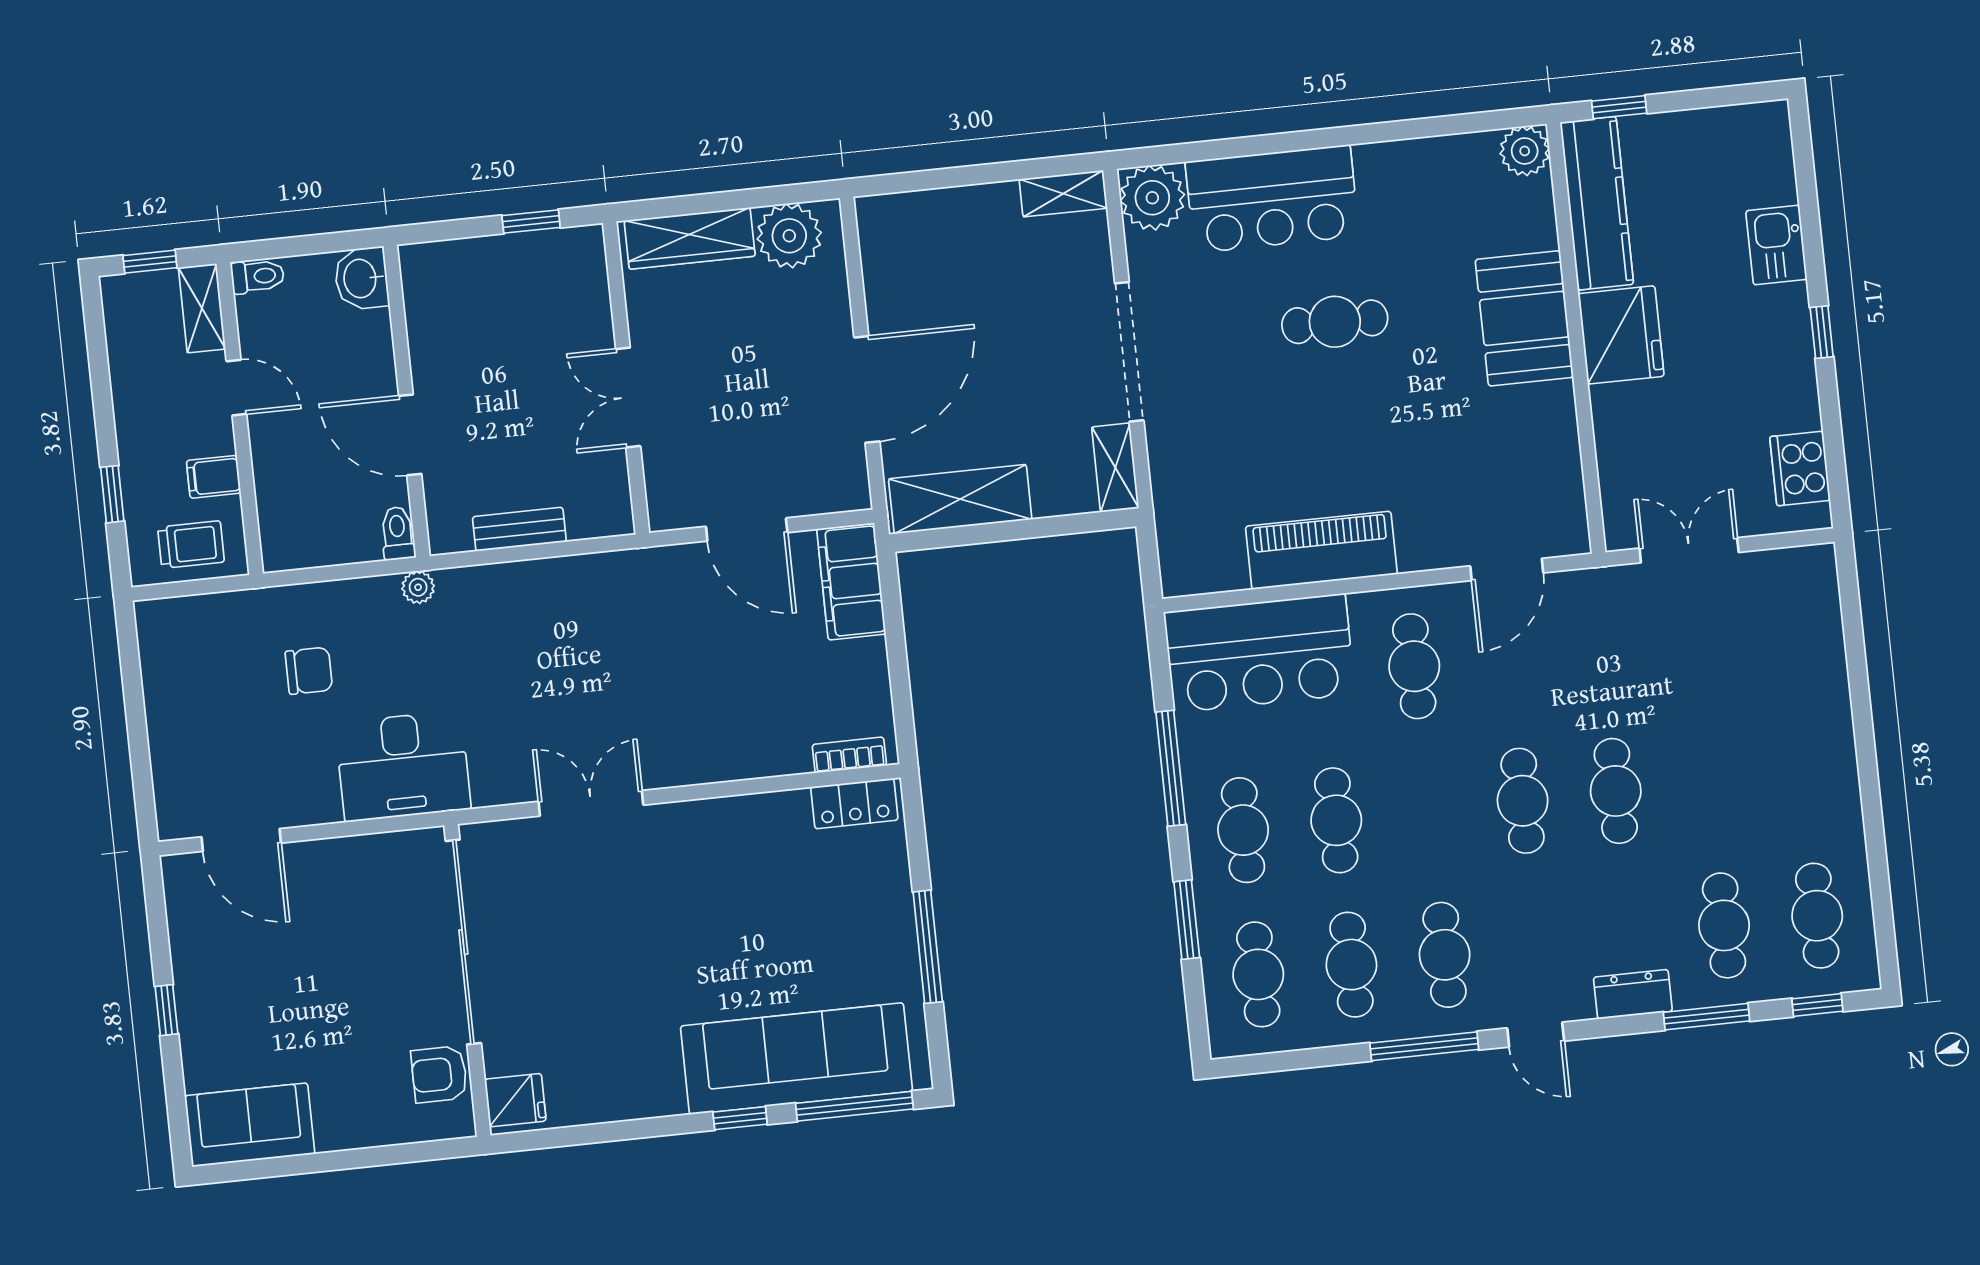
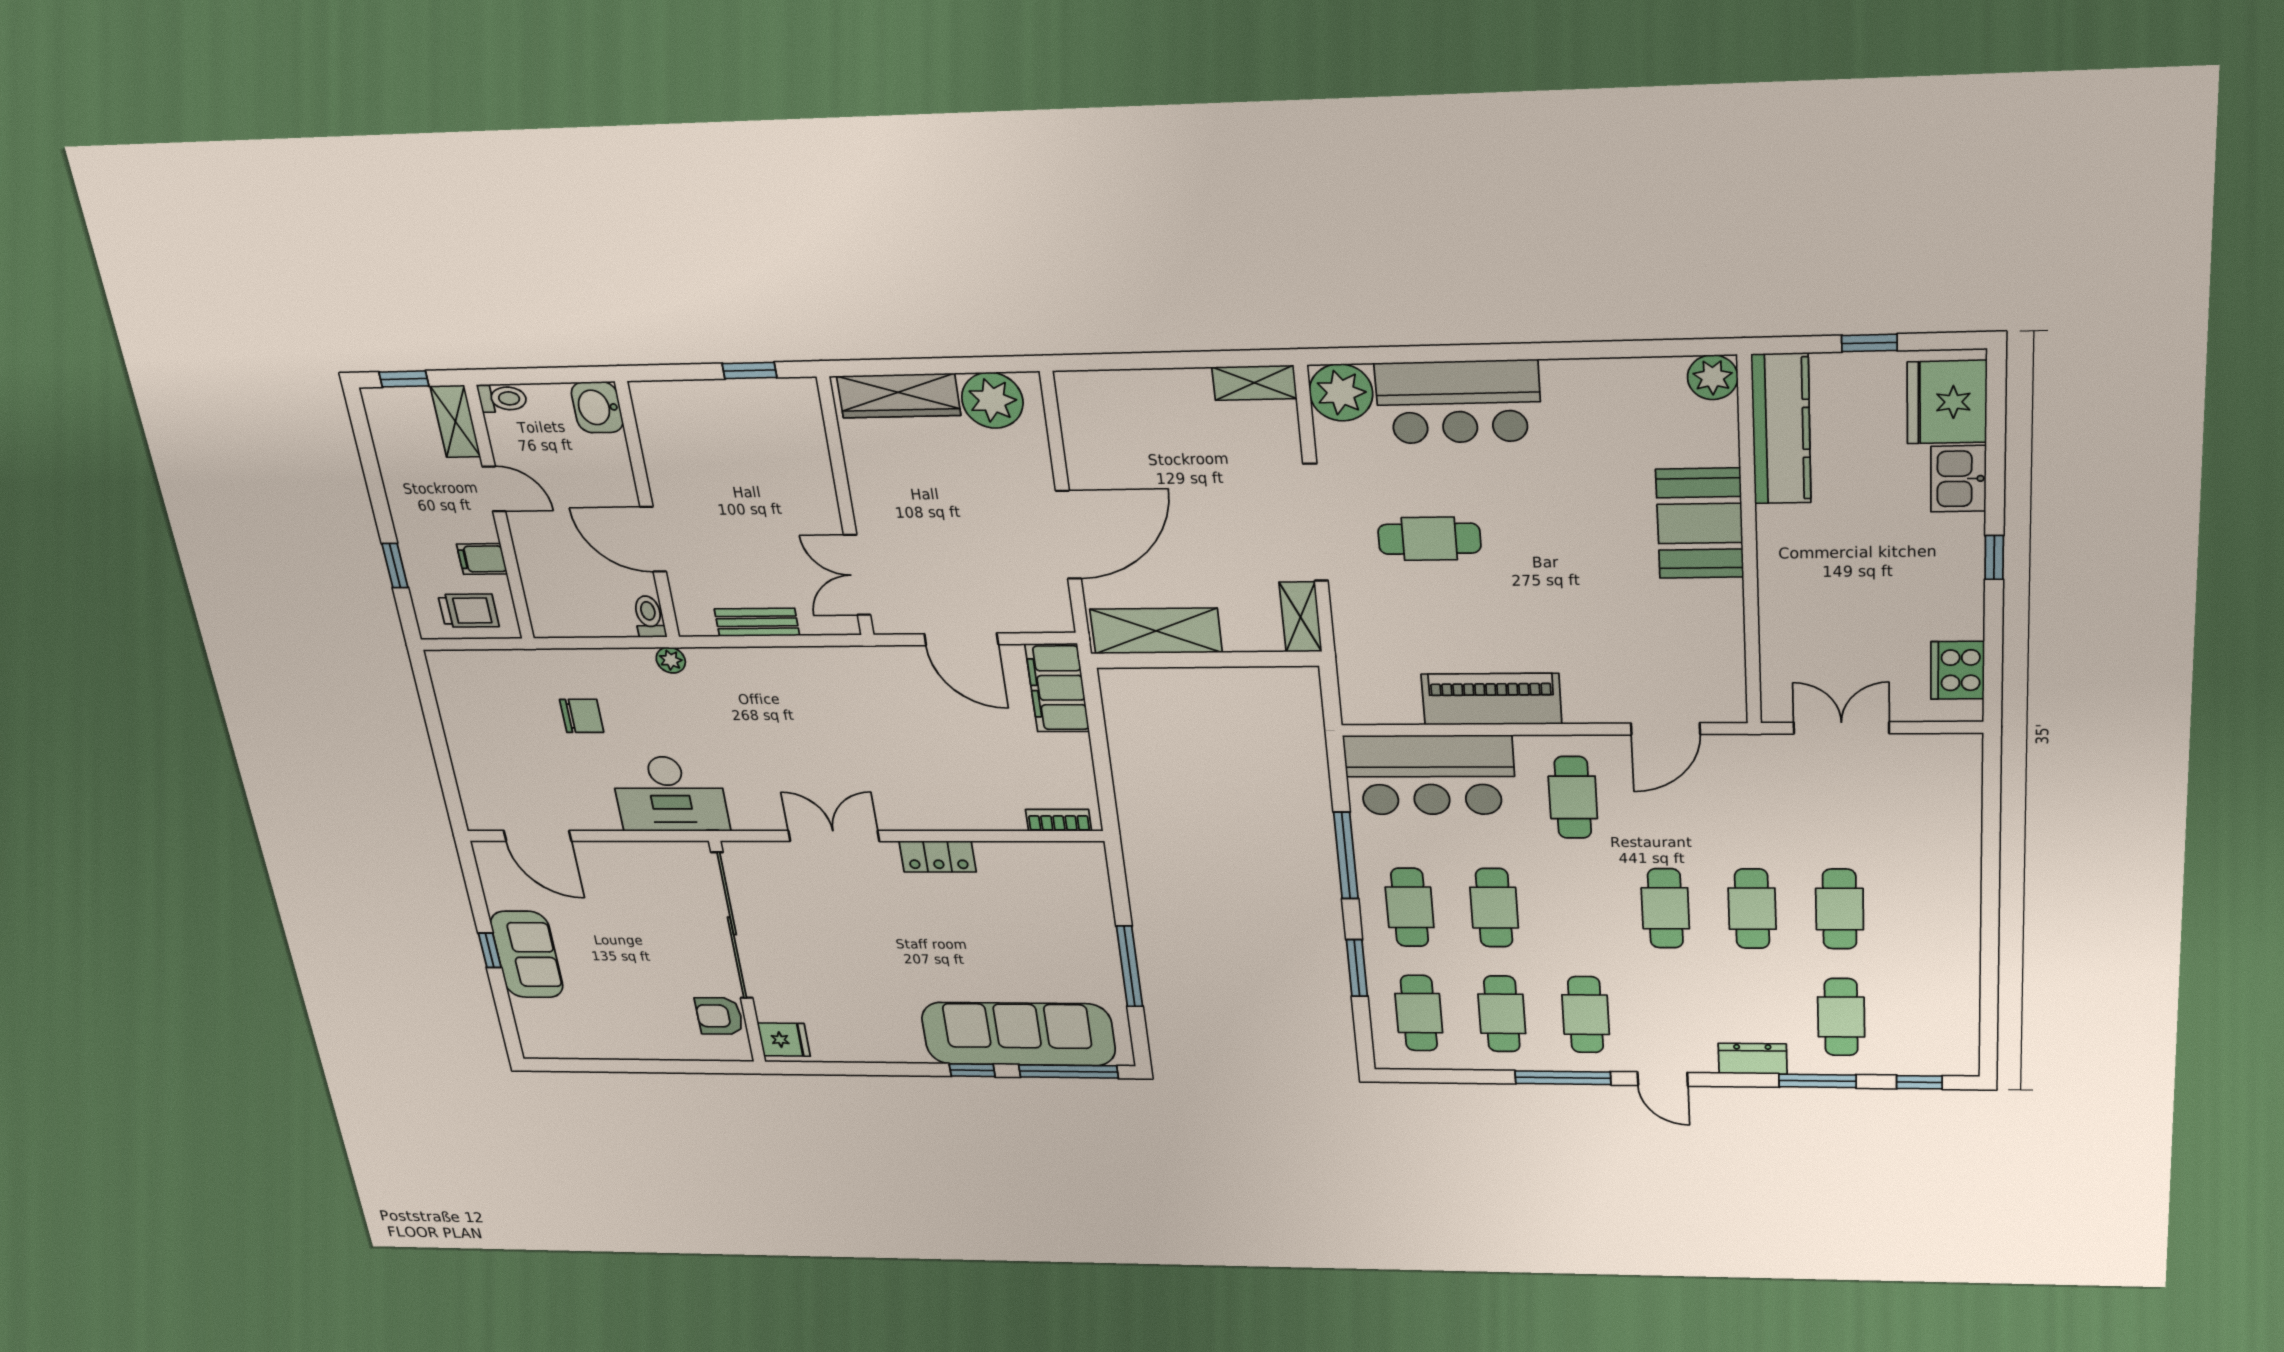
window: (1619, 107) -> (1869, 343), moved
cafe table: (1335, 322) -> (1429, 539), moved
fridge: (1621, 335) -> (1947, 402), moved, turned 180
double door: (628, 398) -> (857, 575), moved
locker: (854, 803) -> (938, 856), moved
cafe table: (1817, 916) -> (1840, 909), moved
sofa: (250, 1125) -> (527, 955), moved, turned 90

